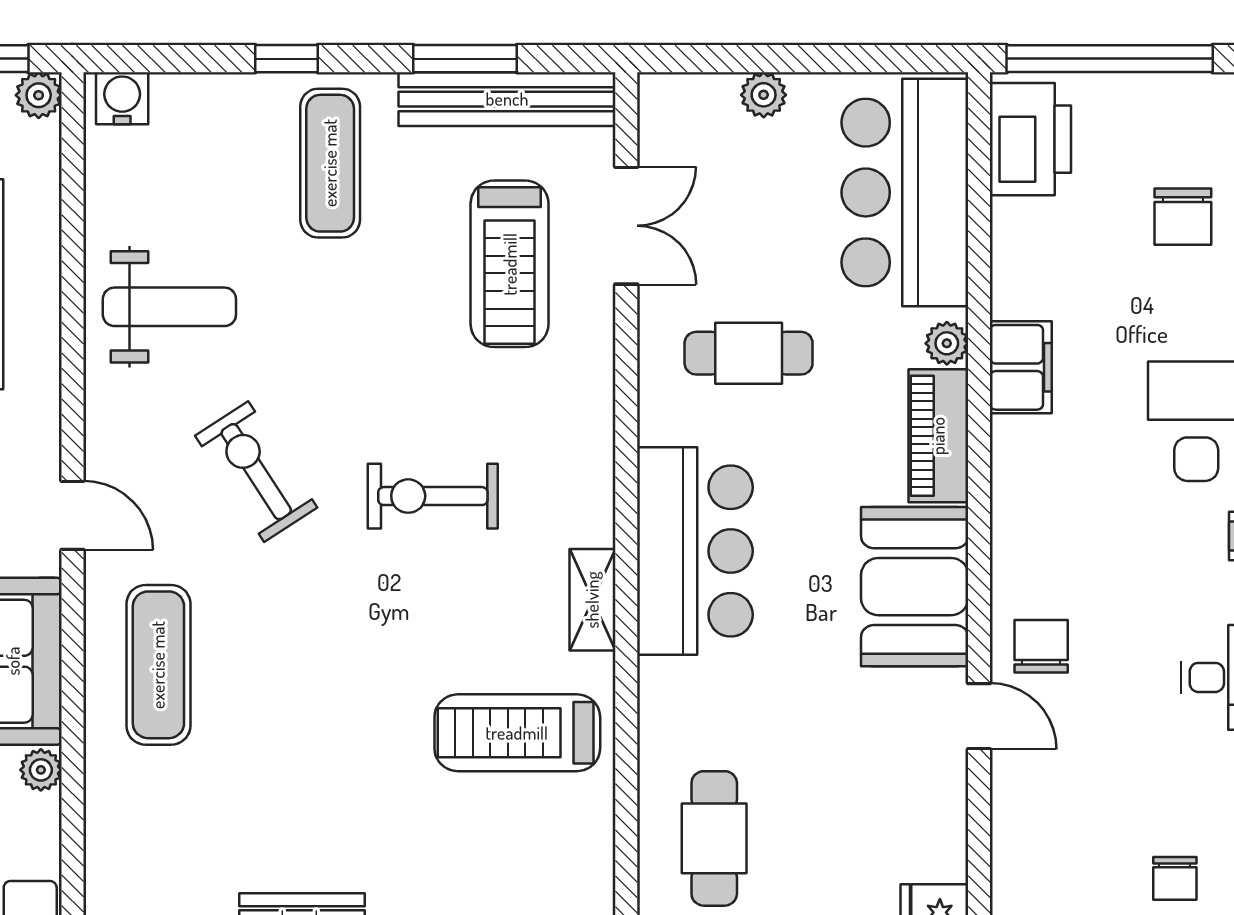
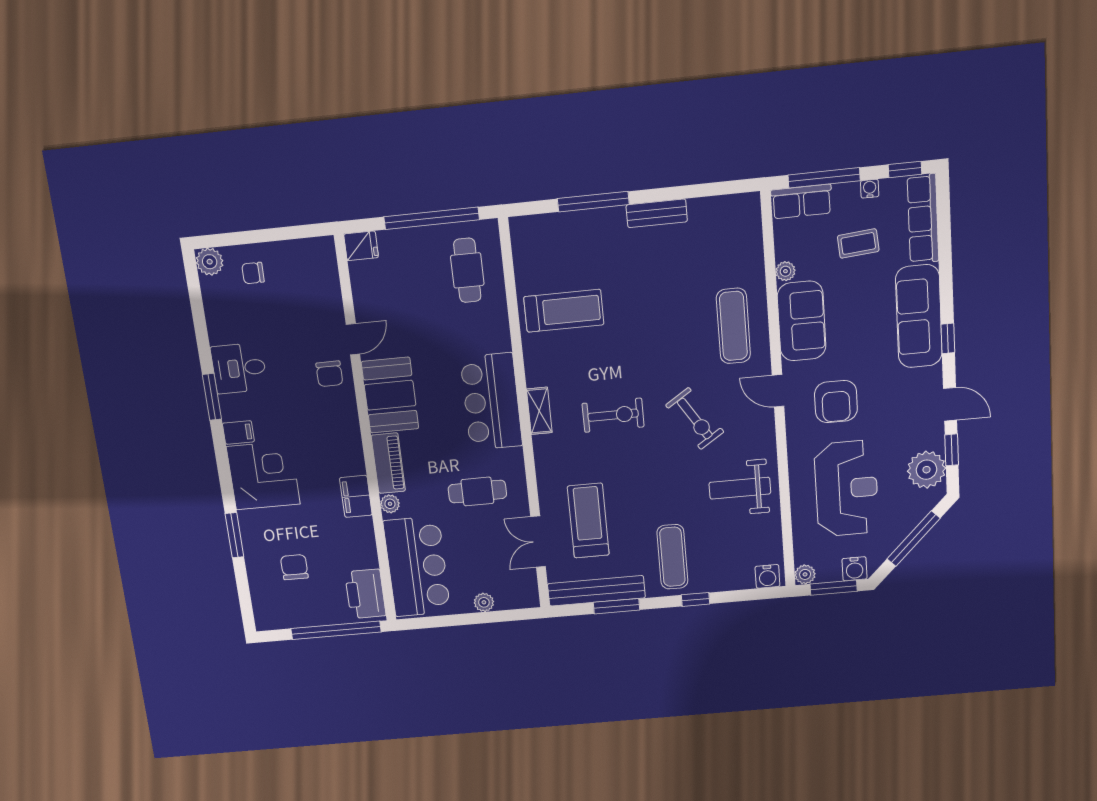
shelving: (592, 600) -> (539, 411), moved
door: (979, 716) -> (353, 339), swing flipped
chair: (1175, 878) -> (253, 273), turned -90

